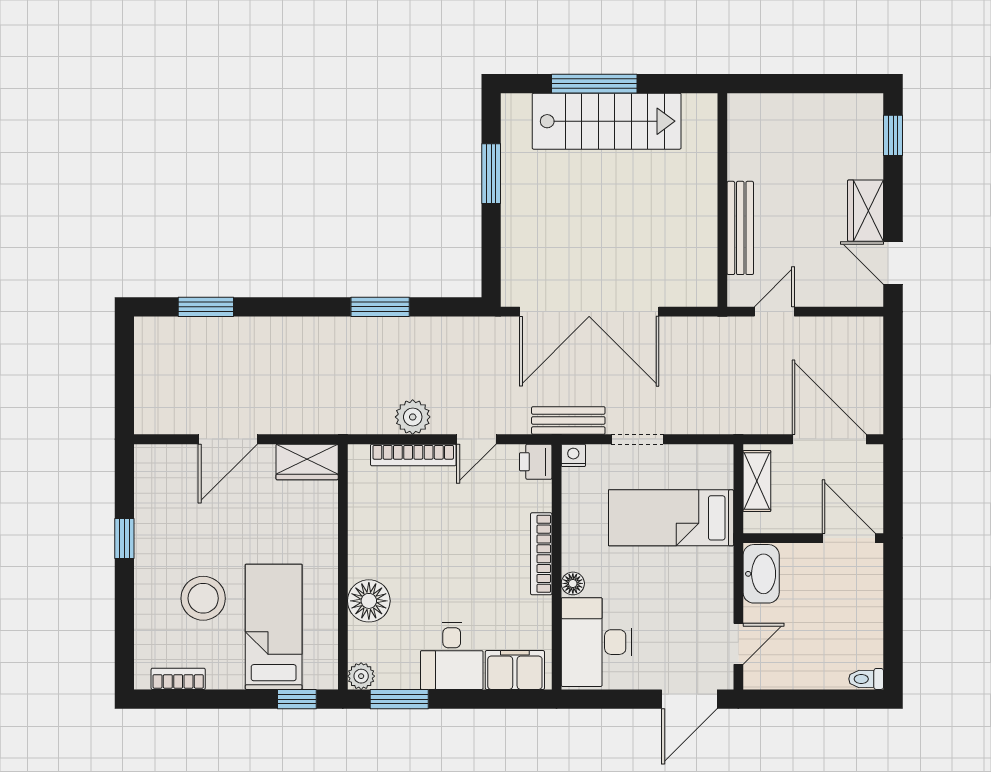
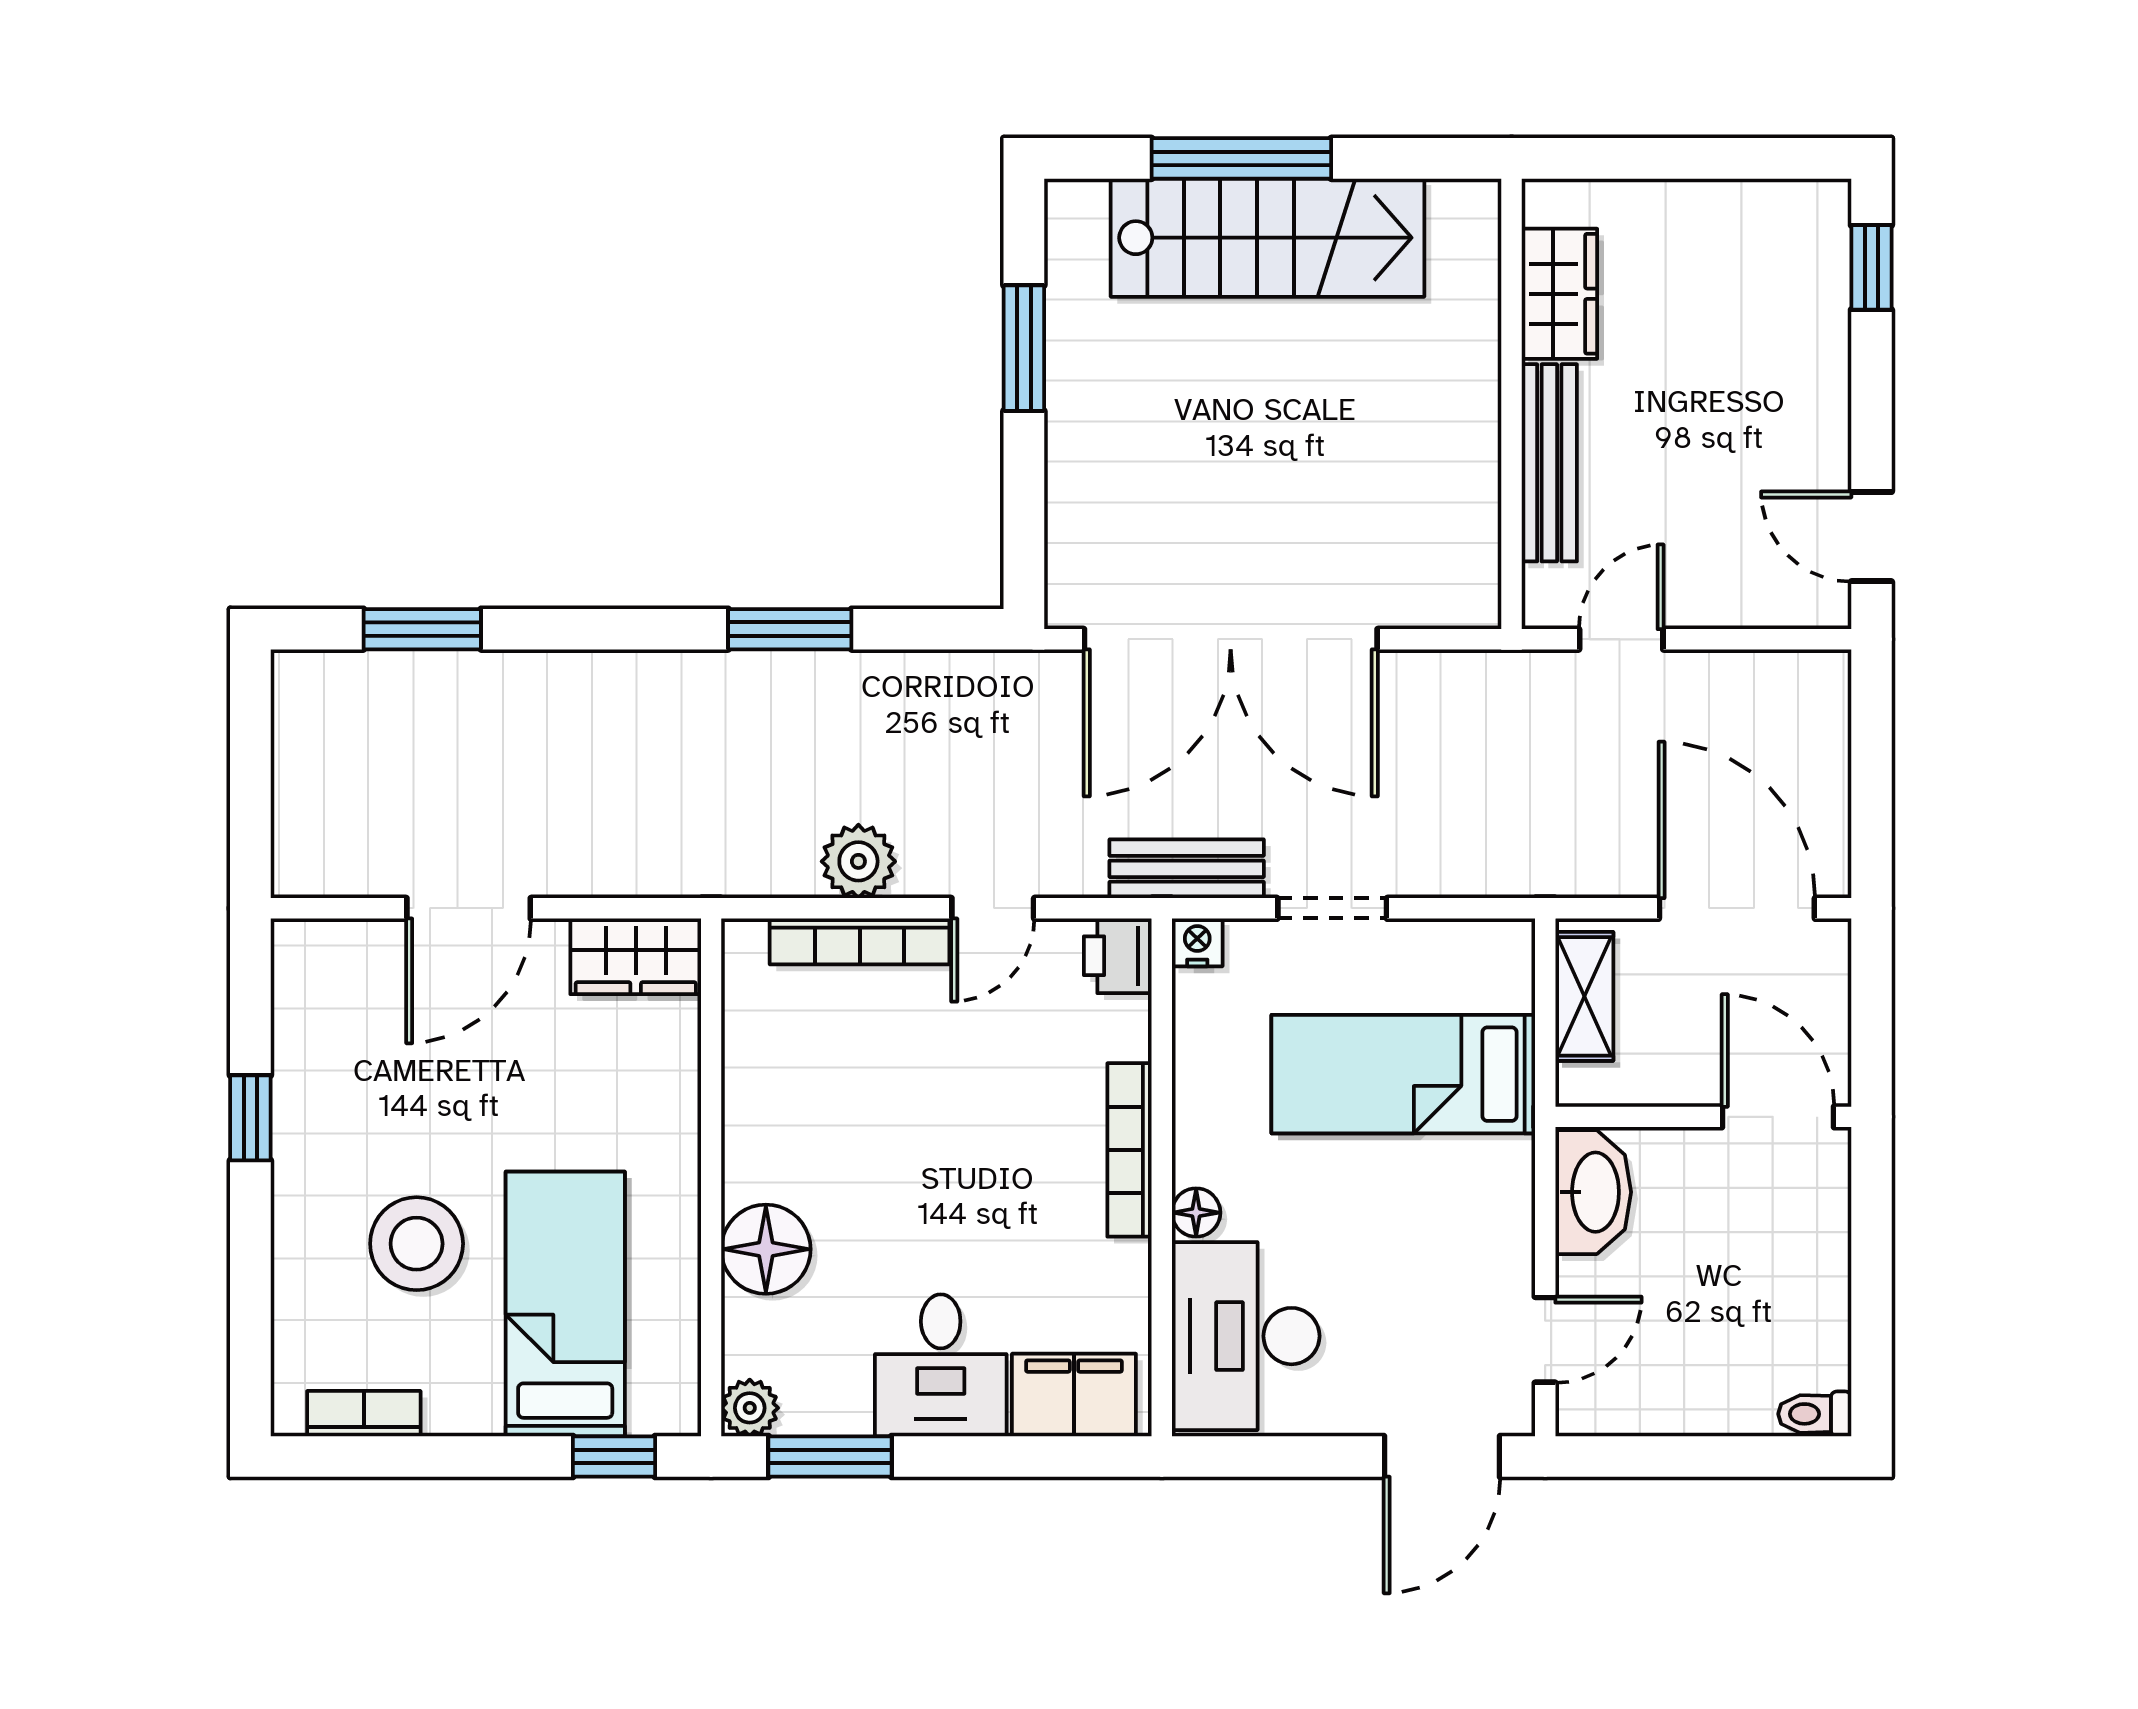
wardrobe: (866, 211) -> (1559, 294), moved, turned 180

